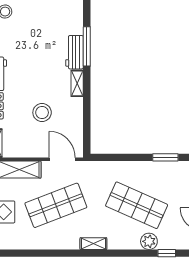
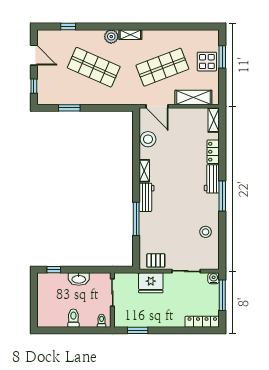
window: (87, 46) -> (136, 219), moved
stool: (42, 113) -> (148, 139), moved
plant: (149, 241) -> (111, 37), moved

